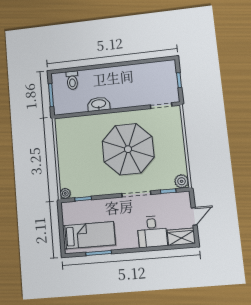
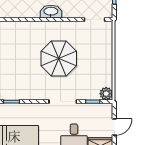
washbasin: (99, 104) -> (51, 12), moved
parasol: (128, 149) -> (59, 58), width x0.73, depth x0.73

